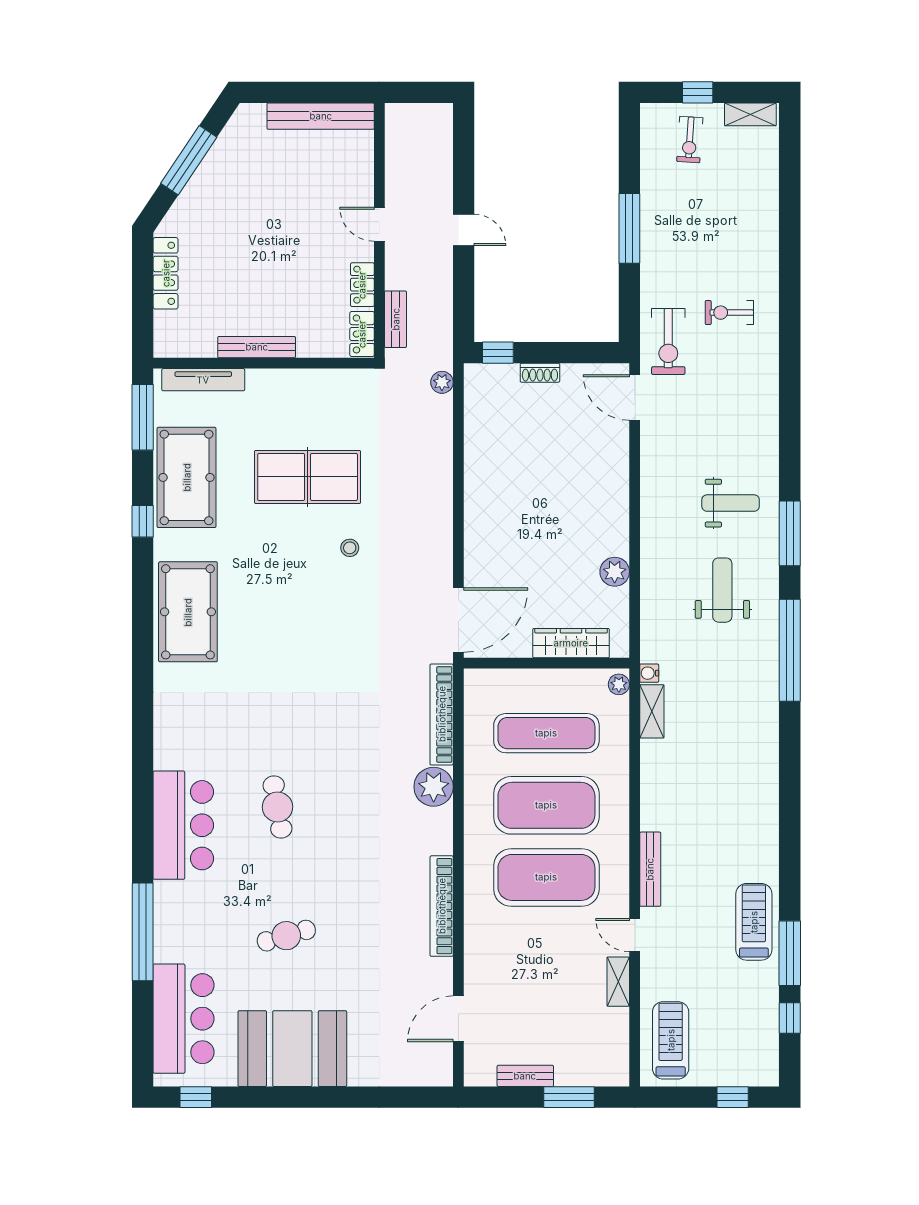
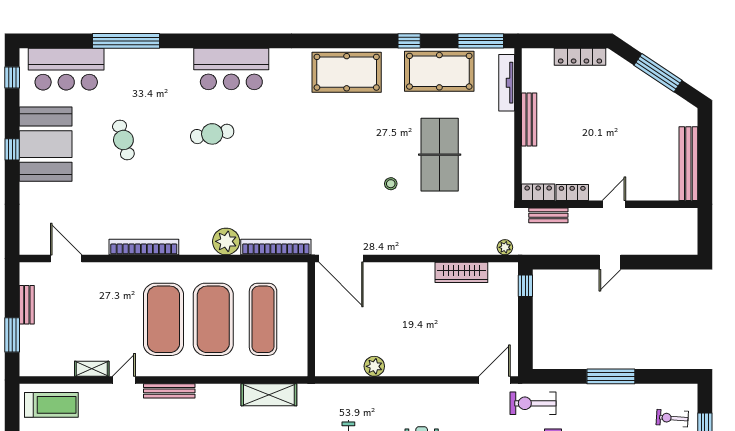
shoe rack: (540, 373) -> (511, 315), removed
wardrobe: (571, 643) -> (461, 272), moved, turned 90
water cooler: (649, 673) -> (304, 390), removed
plant: (619, 684) -> (297, 369), removed
shelving: (652, 711) -> (269, 395), width x1.50, depth x1.33
bar counter: (183, 825) -> (231, 69), moved
window: (300, 1097) -> (12, 149), added

